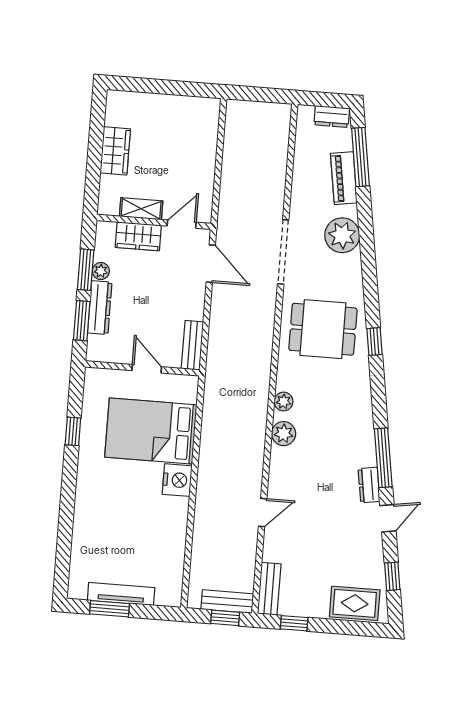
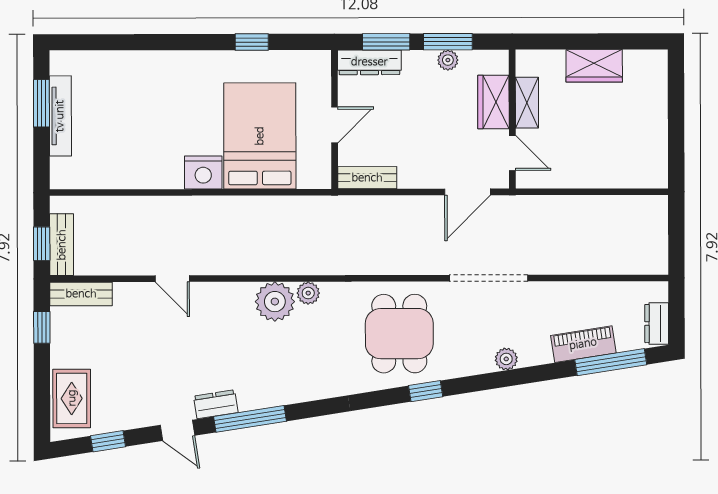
plant: (342, 235) -> (506, 359), width x0.53, depth x0.53
dresser: (100, 308) -> (369, 62), moved
window: (374, 342) -> (426, 391), moved
plant: (284, 434) -> (275, 302), width x1.36, depth x1.36

